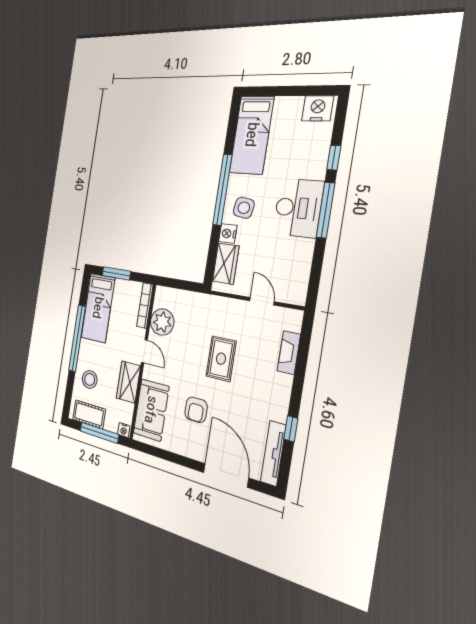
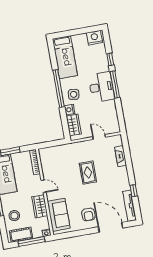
plant: (162, 322) -> (49, 167), removed
armchair: (196, 410) -> (88, 215), moved

